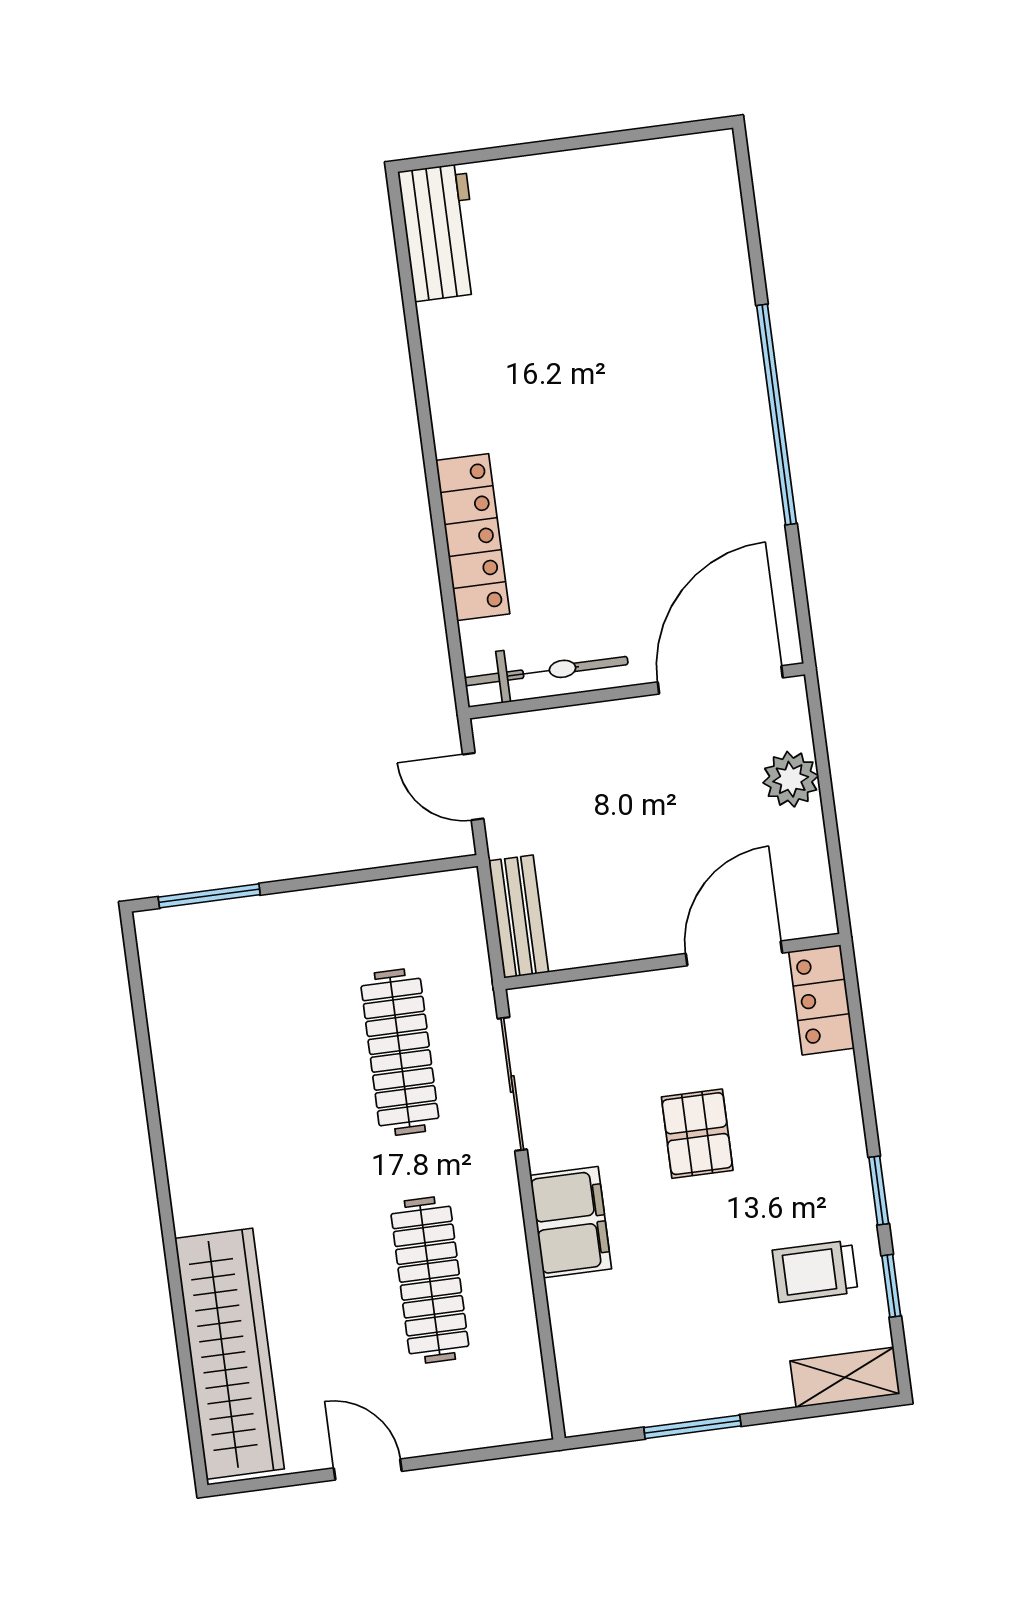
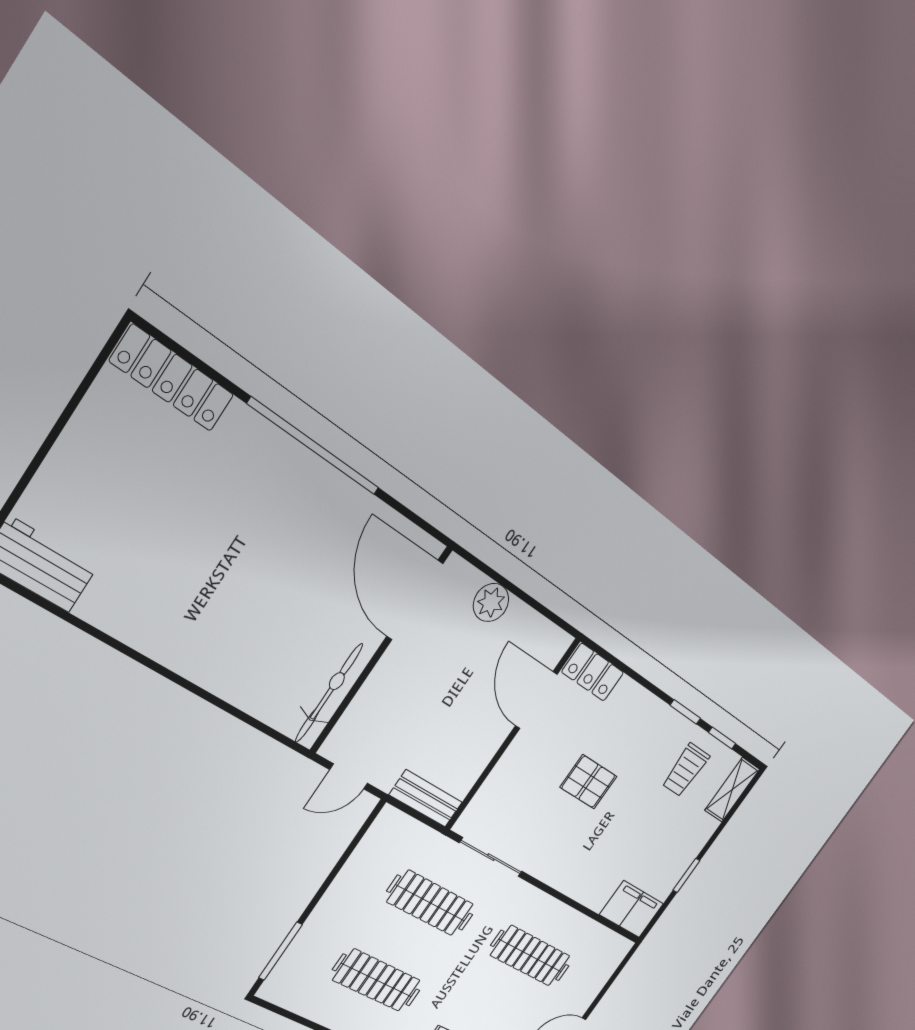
locker: (473, 537) -> (172, 378), moved, turned 180
clothes rail: (255, 1071) -> (377, 980), added
filing cabinet: (571, 1222) -> (632, 909), moved
window: (692, 1427) -> (686, 875), width x0.67

